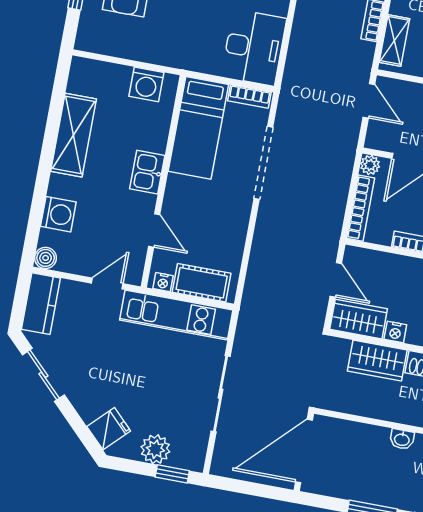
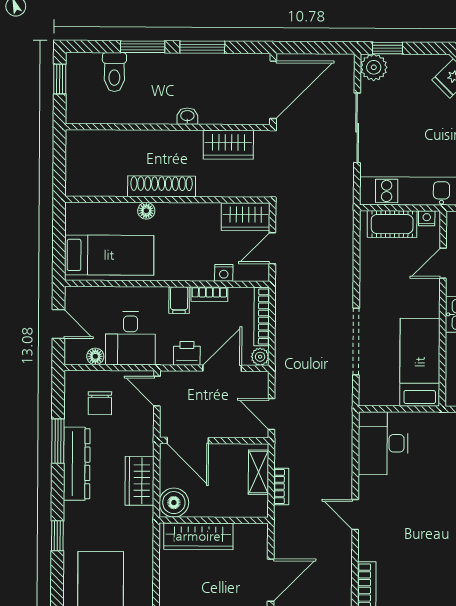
bookcase: (249, 97) -> (379, 399), removed
door: (154, 230) -> (443, 263), hinge flipped
door: (336, 280) -> (272, 248), hinge flipped
nightstand: (395, 332) -> (224, 273), moved, turned 180
wardrobe: (377, 361) -> (228, 145), moved, turned 180
plant: (155, 449) -> (374, 67), moved

